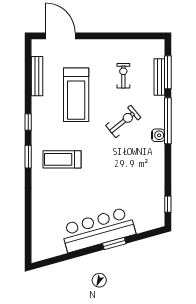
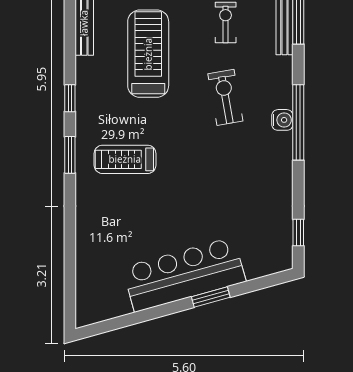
treadmill: (76, 95) -> (148, 54), turned 180
exercise bike: (123, 121) -> (225, 97), turned -61
window: (168, 121) -> (298, 122), moved

